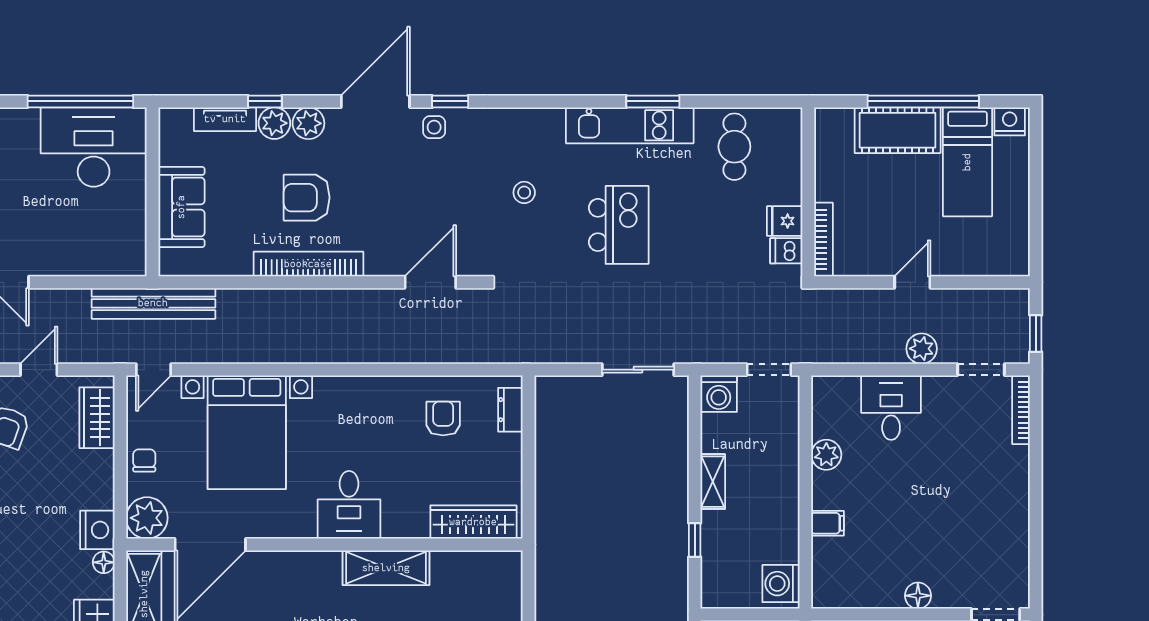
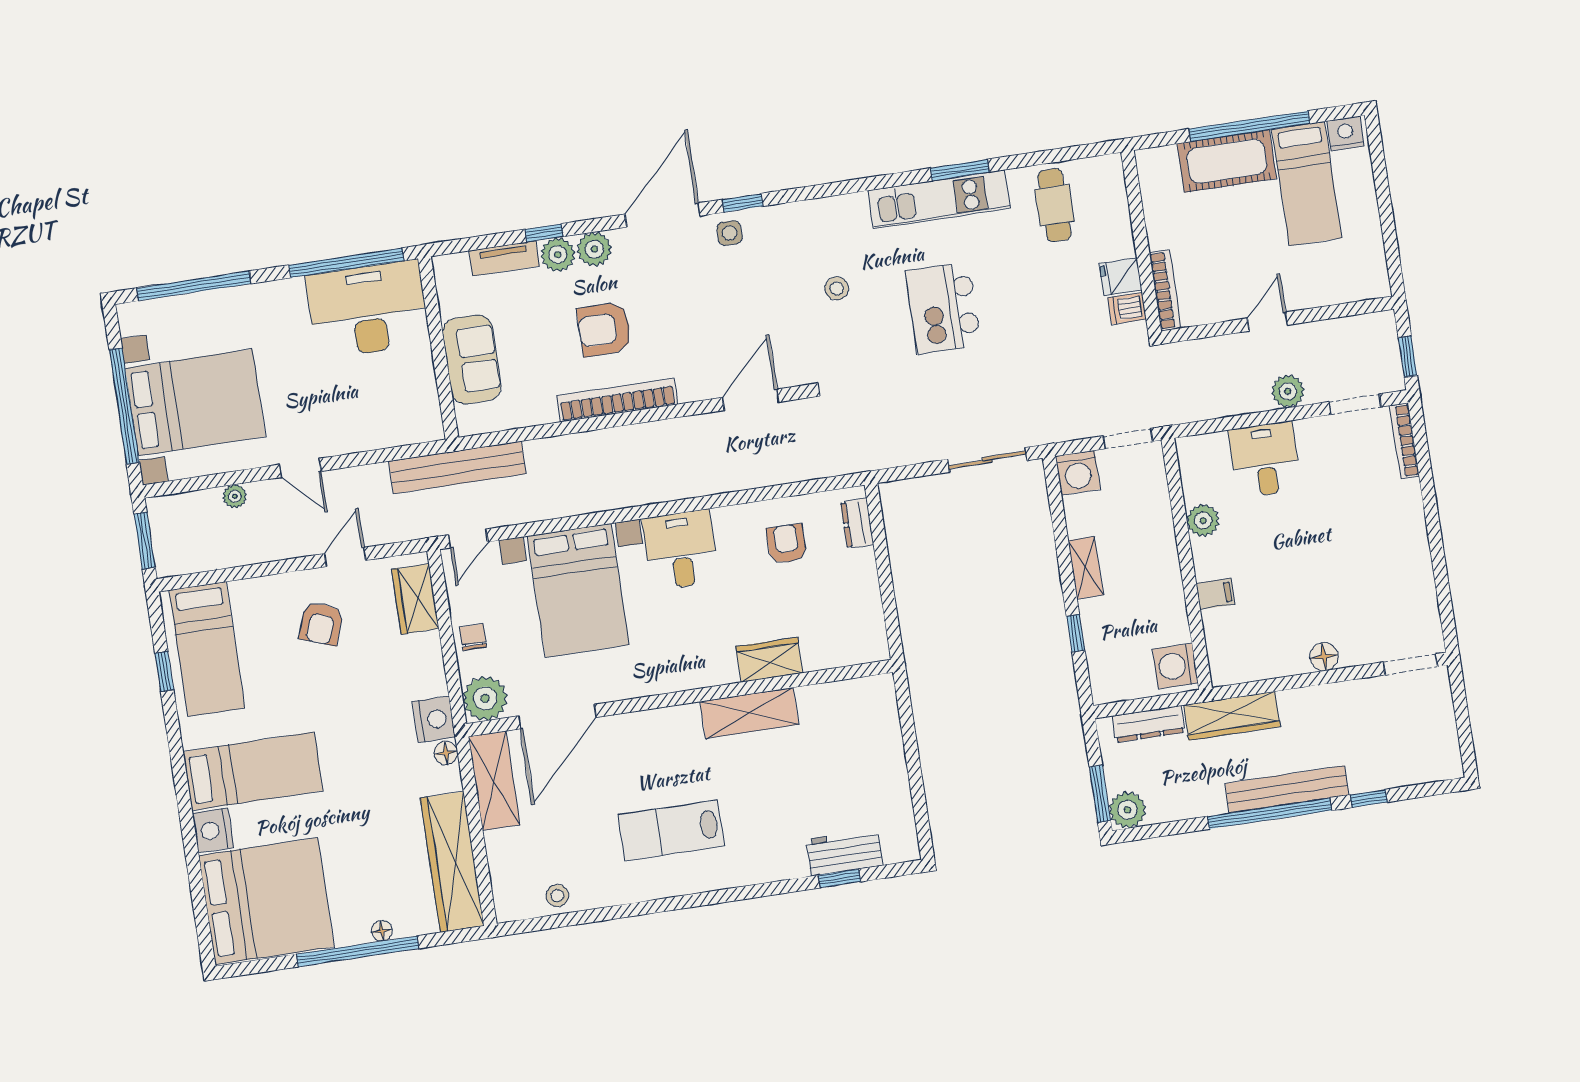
kitchen island: (619, 225) -> (943, 308), turned 180
desk: (349, 505) -> (681, 550), moved, turned 180
wardrobe: (473, 522) -> (769, 660), moved, width x0.67

